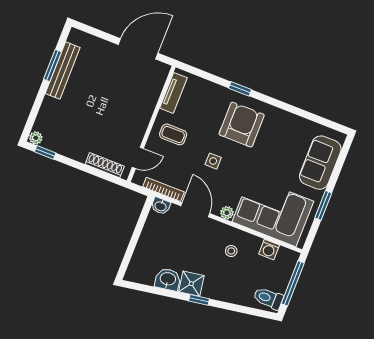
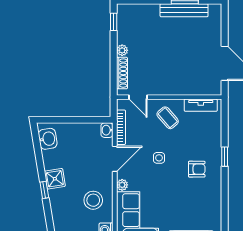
armchair: (242, 125) -> (197, 169), width x0.53, depth x0.53
coffee table: (173, 134) -> (168, 118), turned -41
plant: (36, 138) -> (122, 50), moved
stool: (231, 251) -> (93, 200), width x1.89, depth x1.89
washbasin: (168, 279) -> (48, 139), moved

